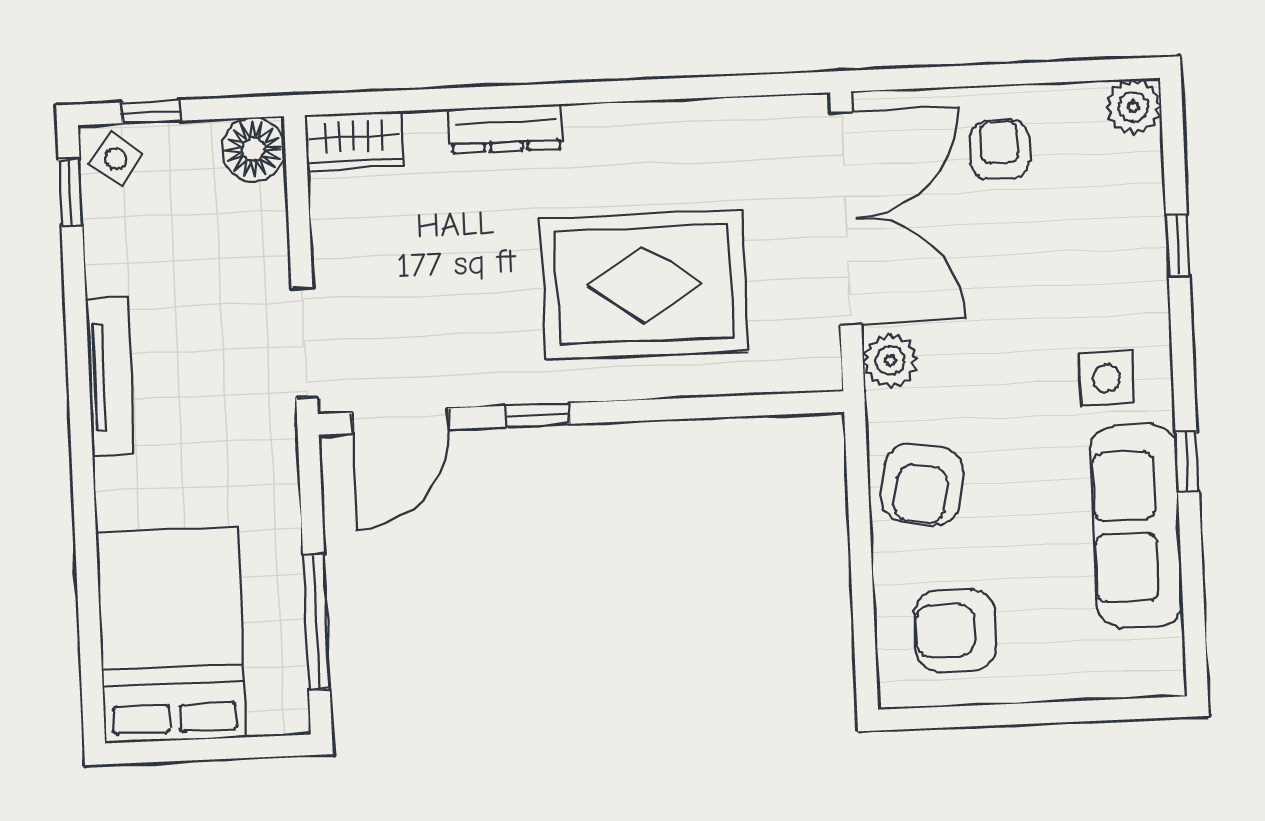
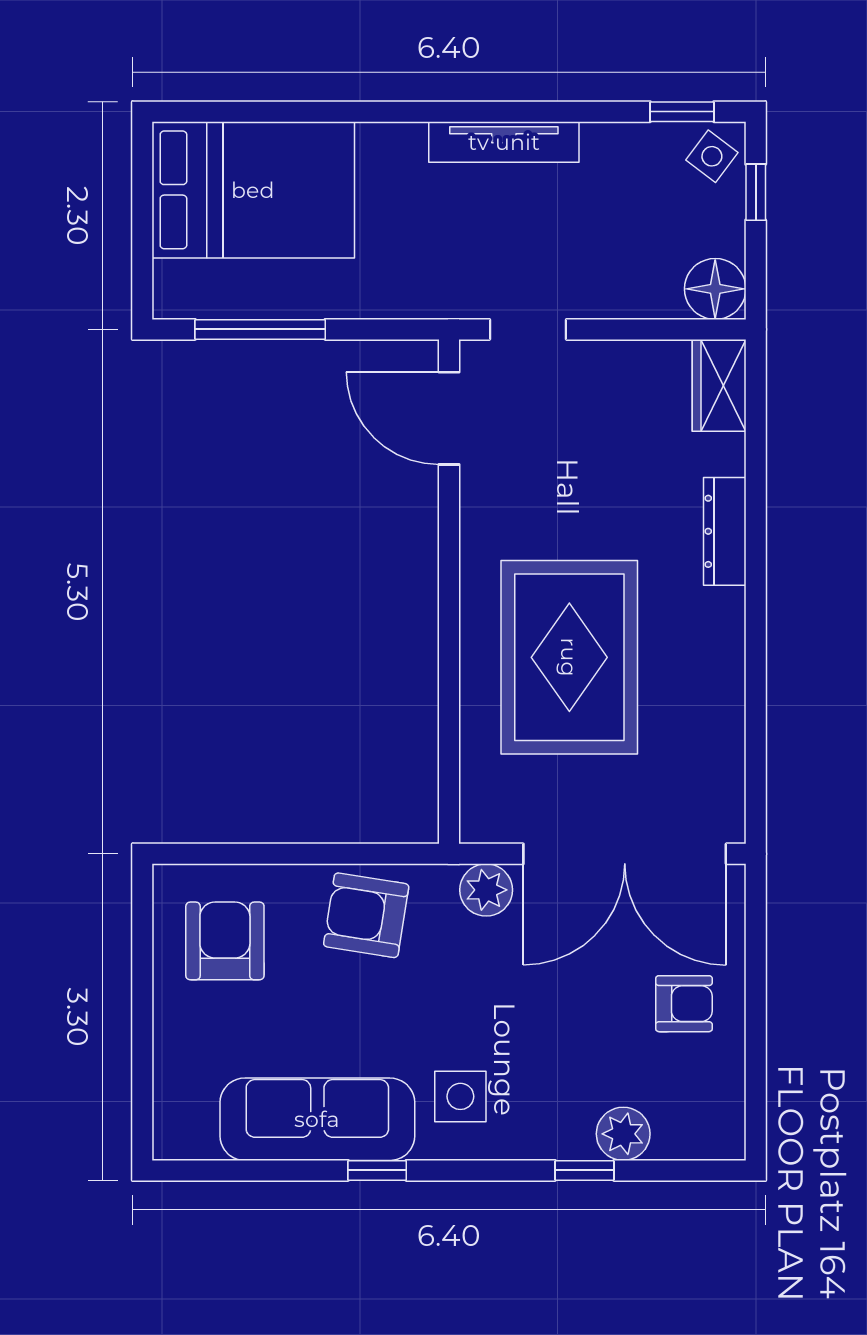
plant: (1133, 107) -> (623, 1134), moved
doorway: (304, 343) -> (528, 329), width x0.73
window: (537, 415) -> (449, 550), removed

